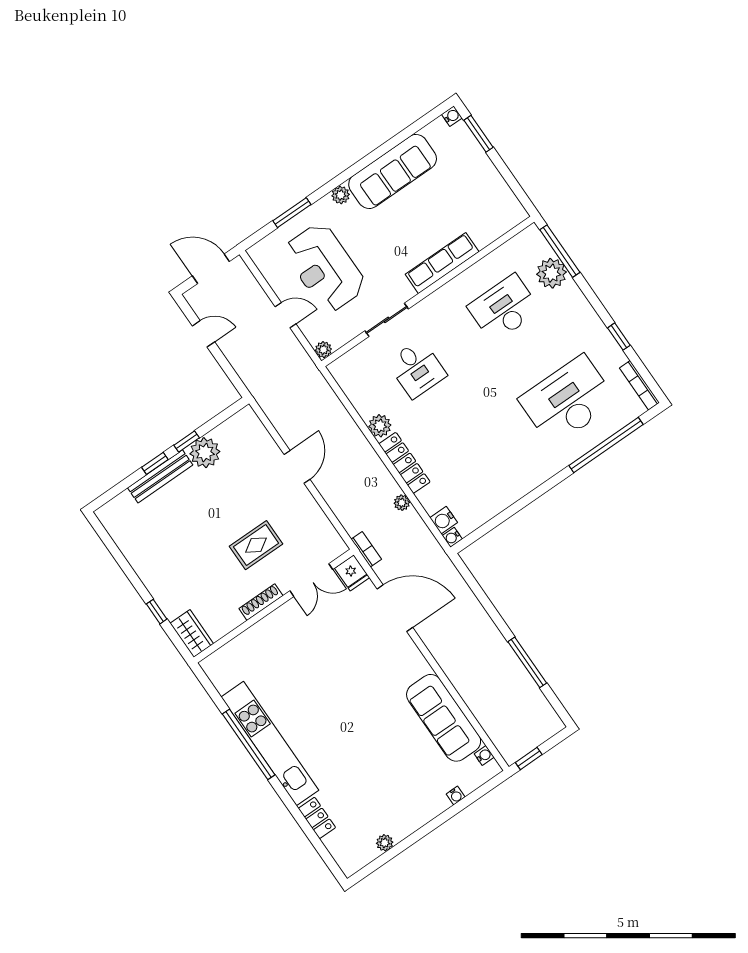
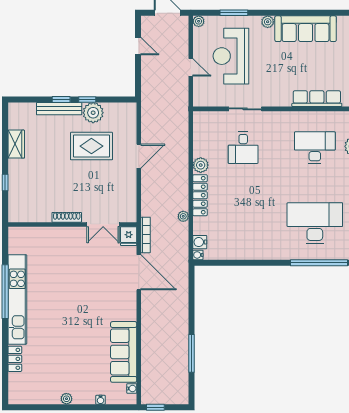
row of seats: (442, 263) -> (317, 99), moved
plant: (323, 350) -> (199, 21), moved
rug: (256, 545) -> (91, 146), moved, width x1.36, depth x1.43
bookcase: (366, 549) -> (146, 235), width x1.56
wardrobe: (192, 634) -> (16, 144), moved
plant: (385, 843) -> (66, 399), moved

